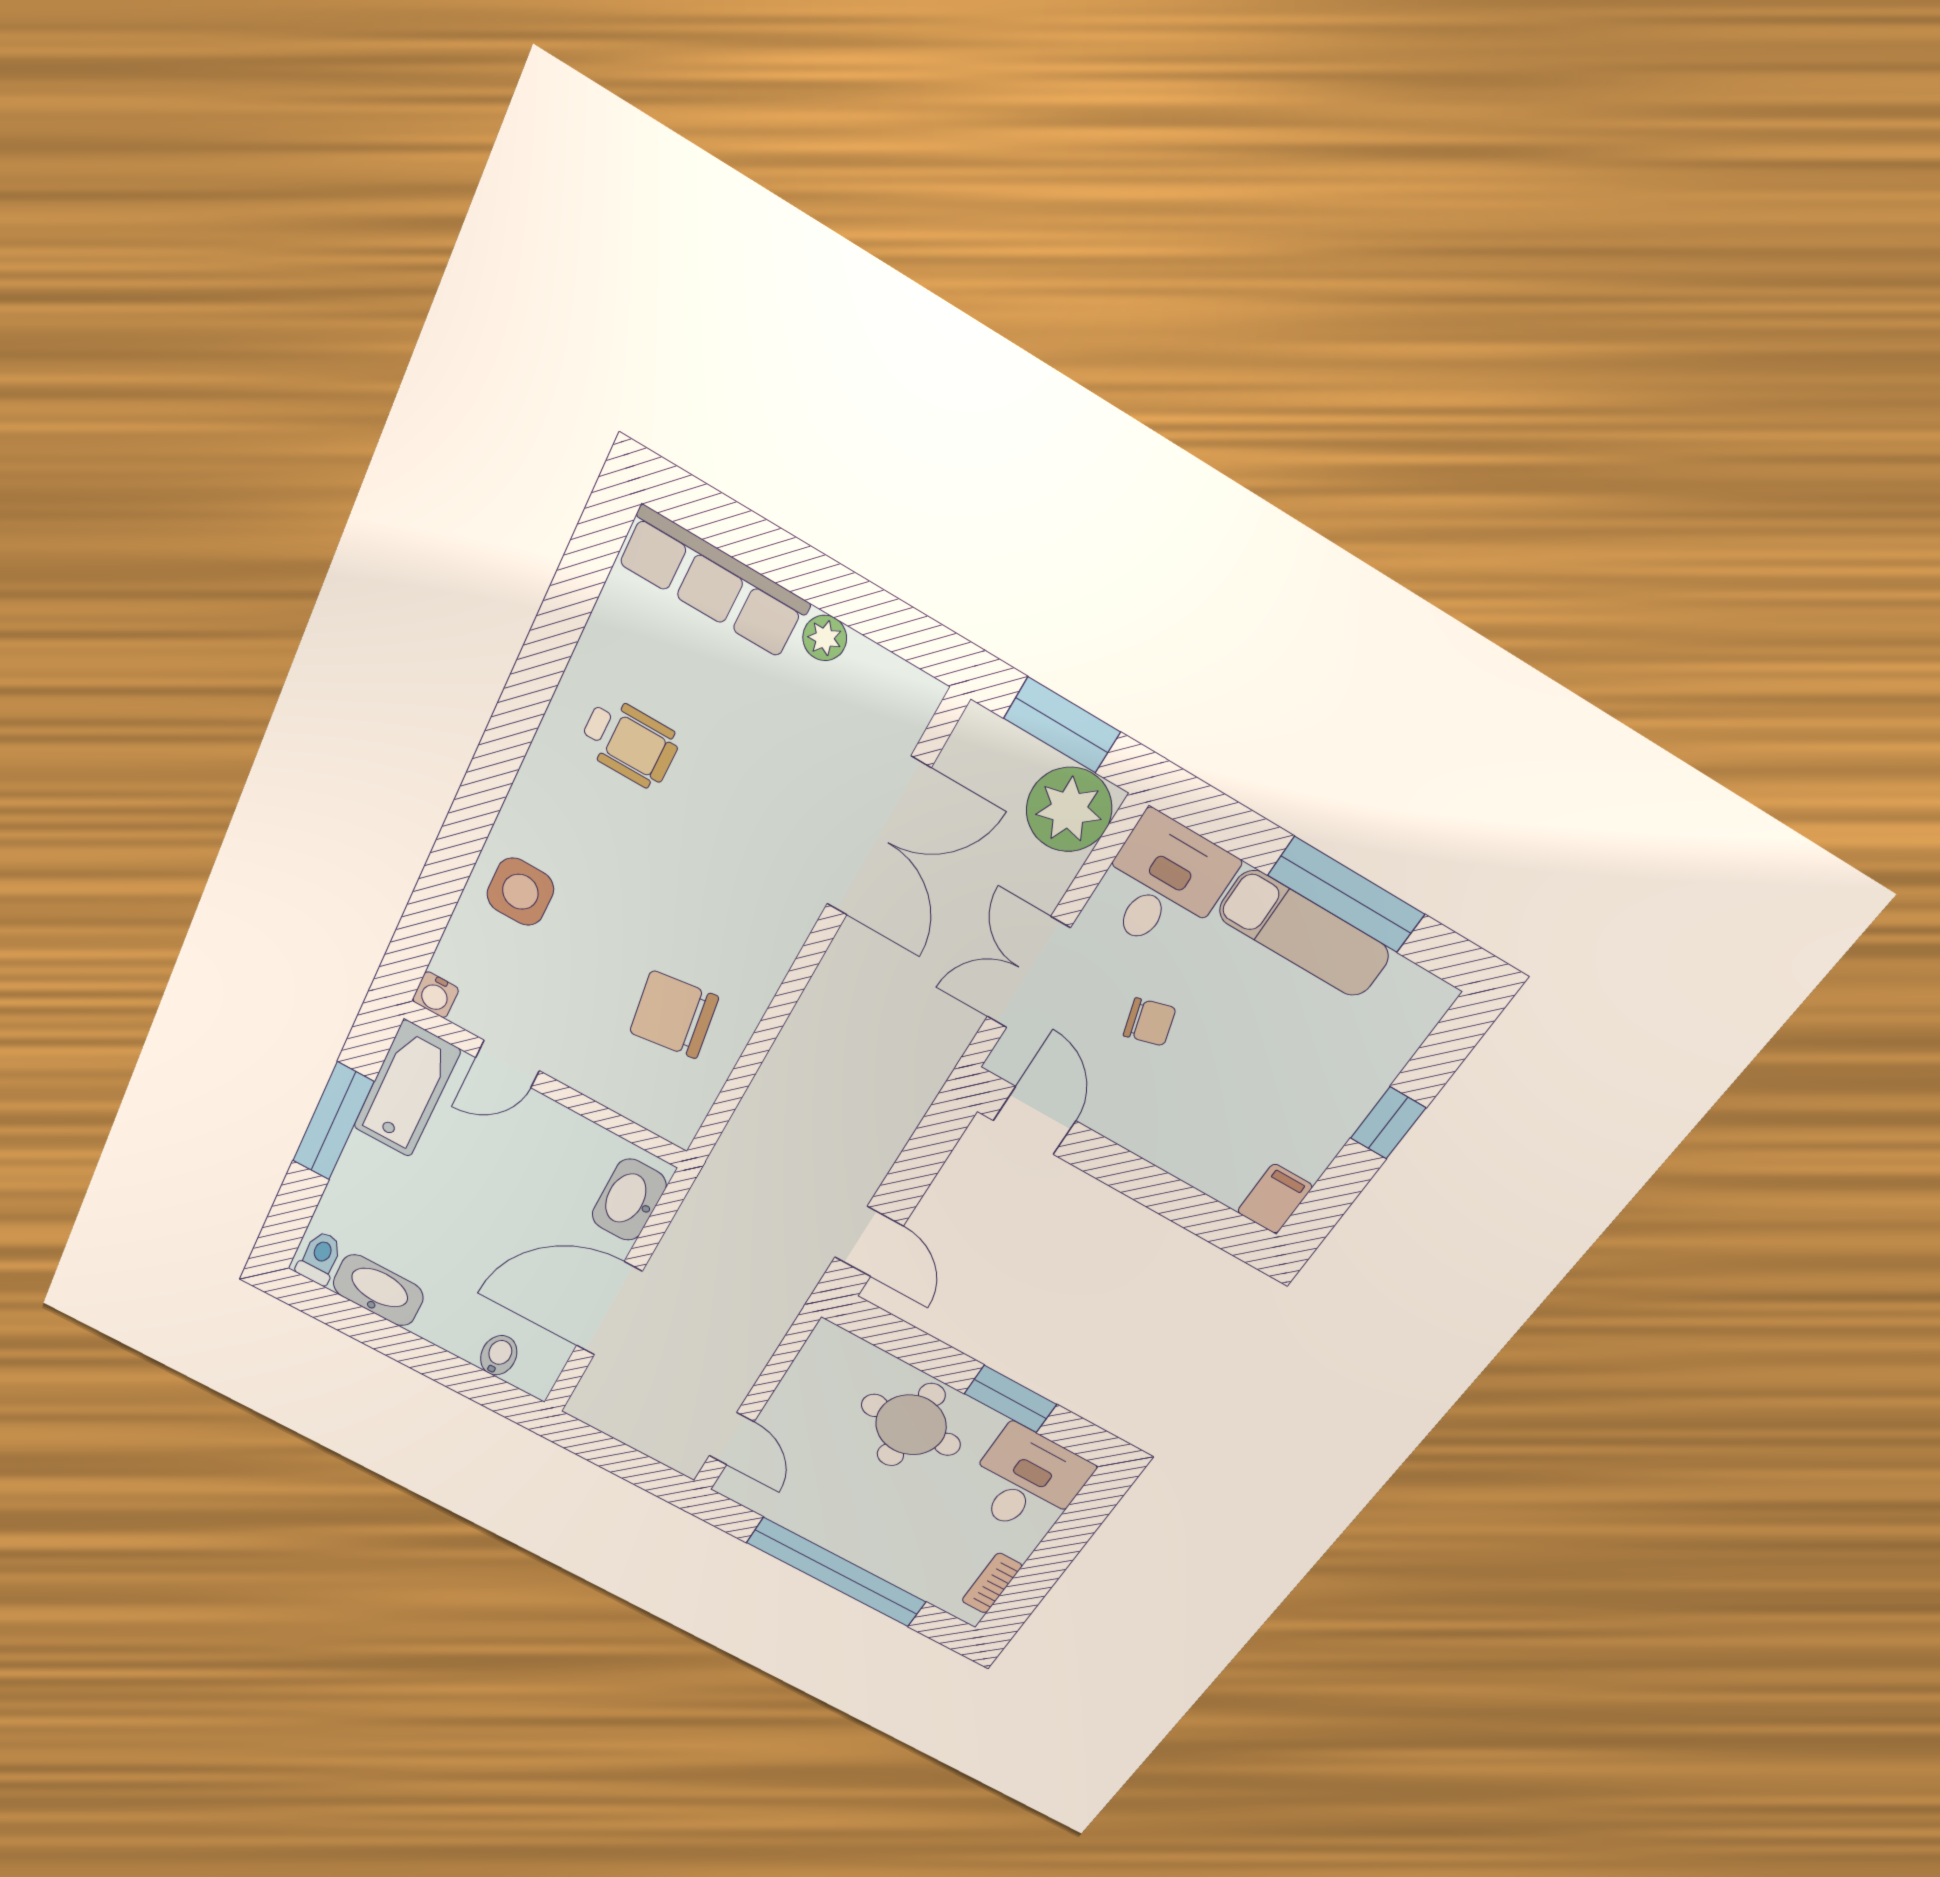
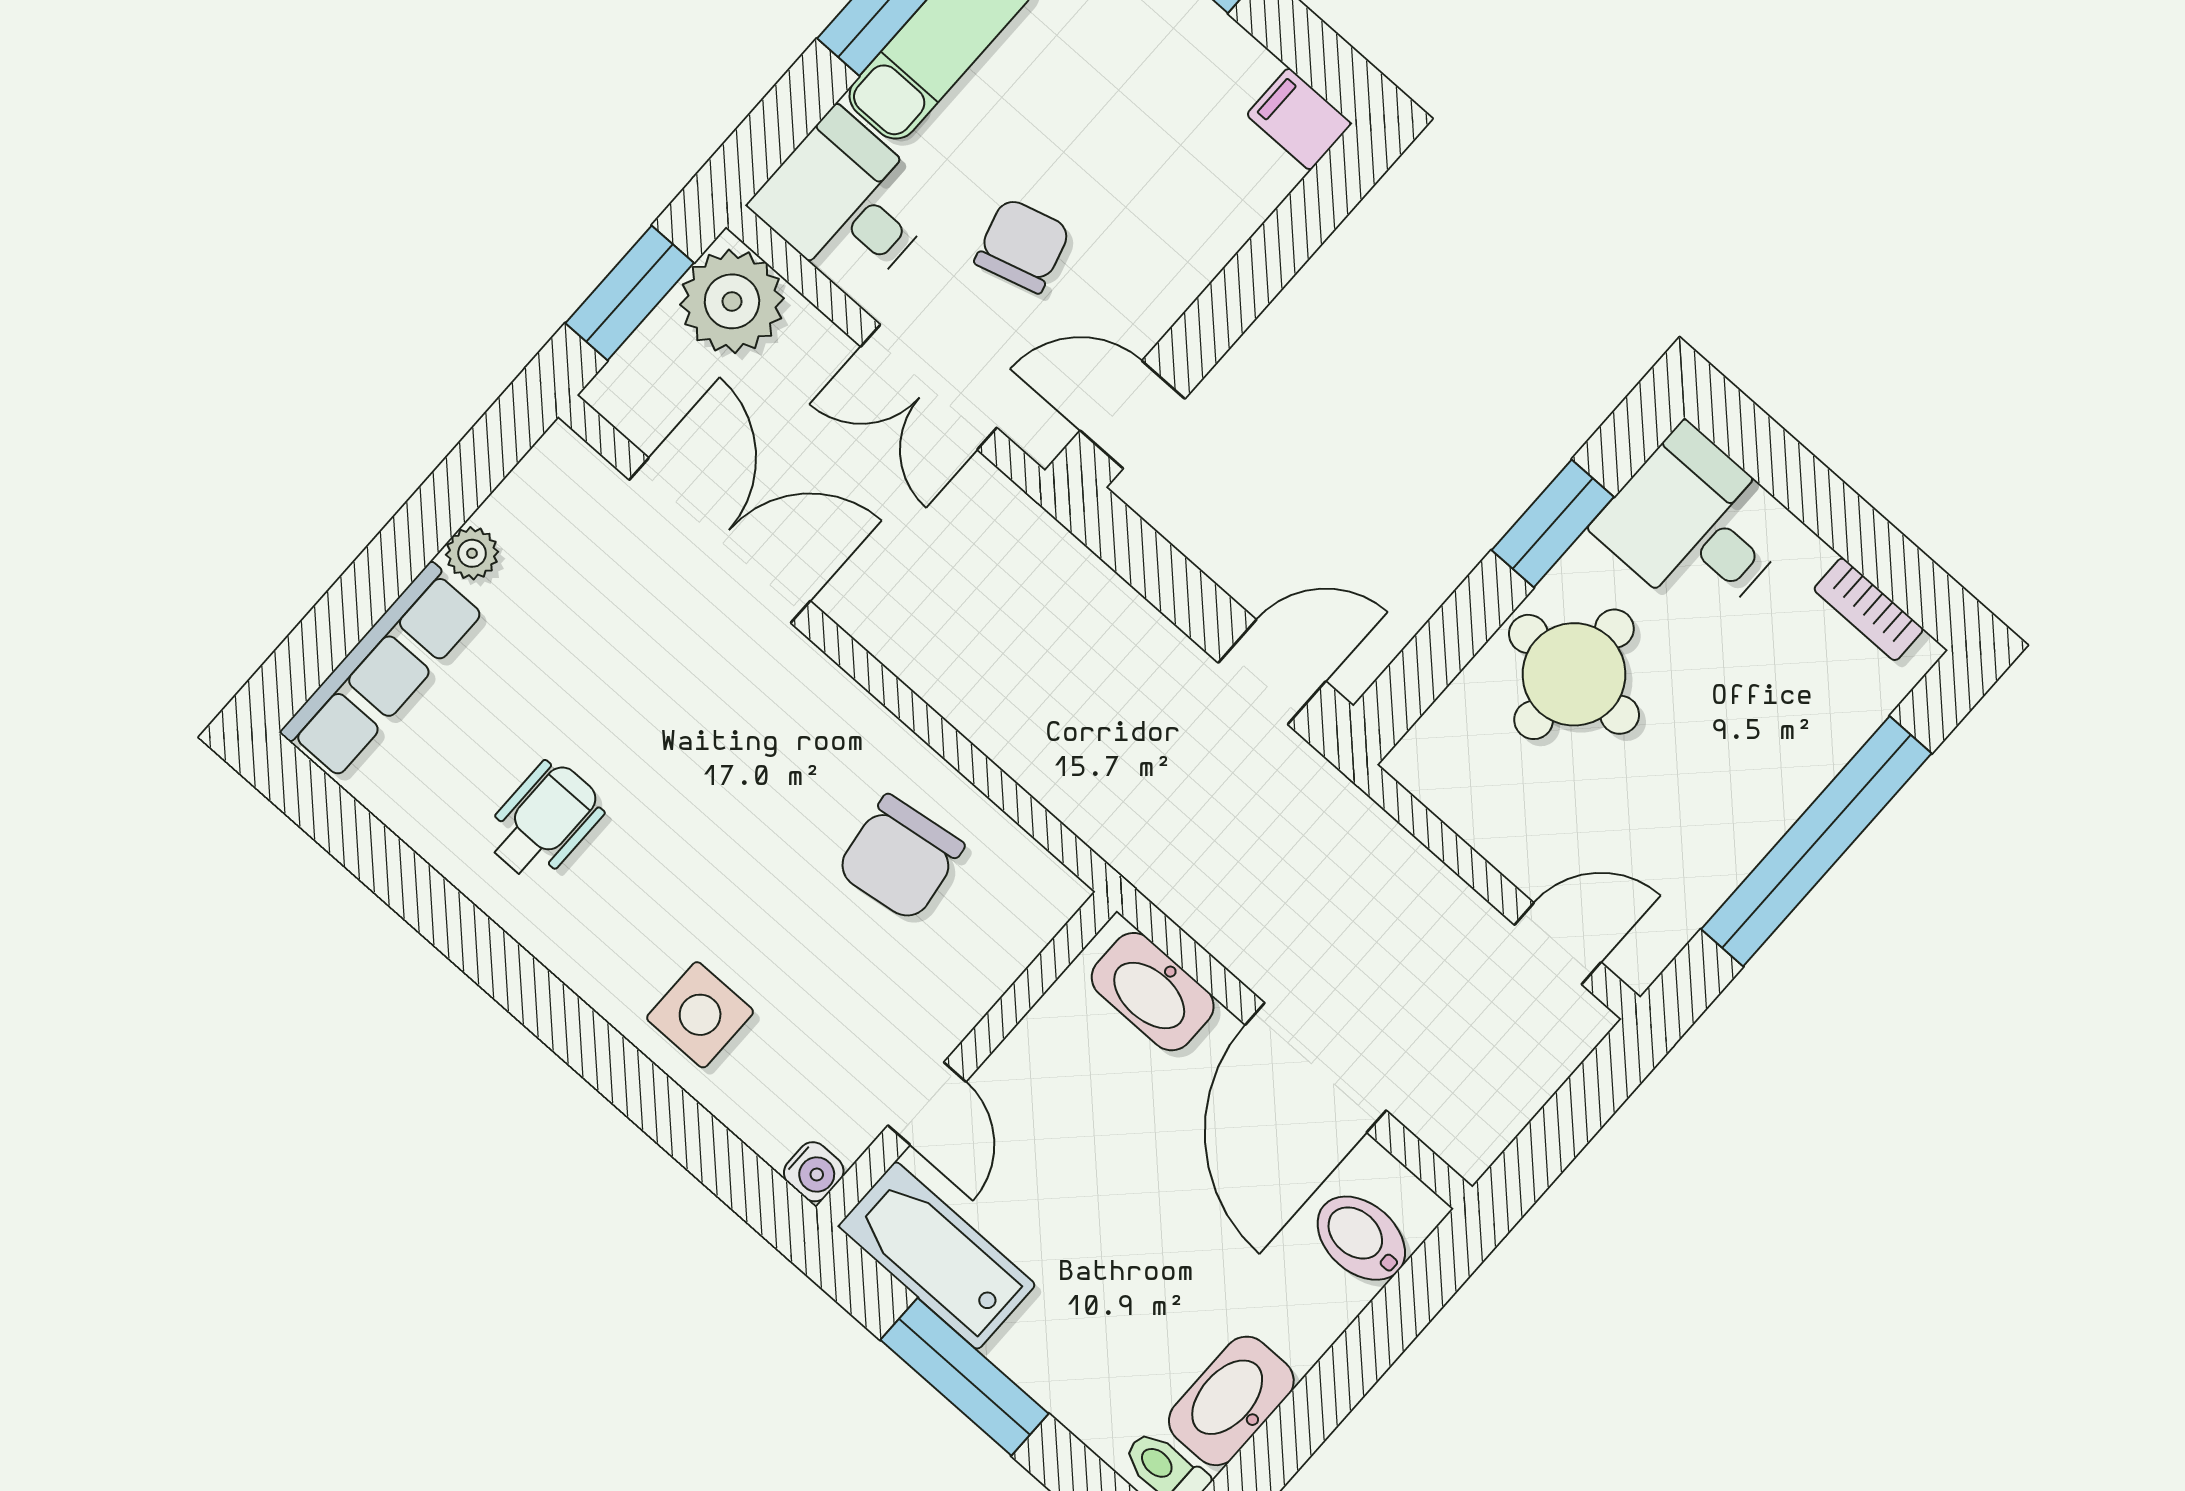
chair: (1149, 1022) -> (1022, 246), width x1.37, depth x1.37
bidet: (499, 1355) -> (1361, 1238), width x1.38, depth x1.36

